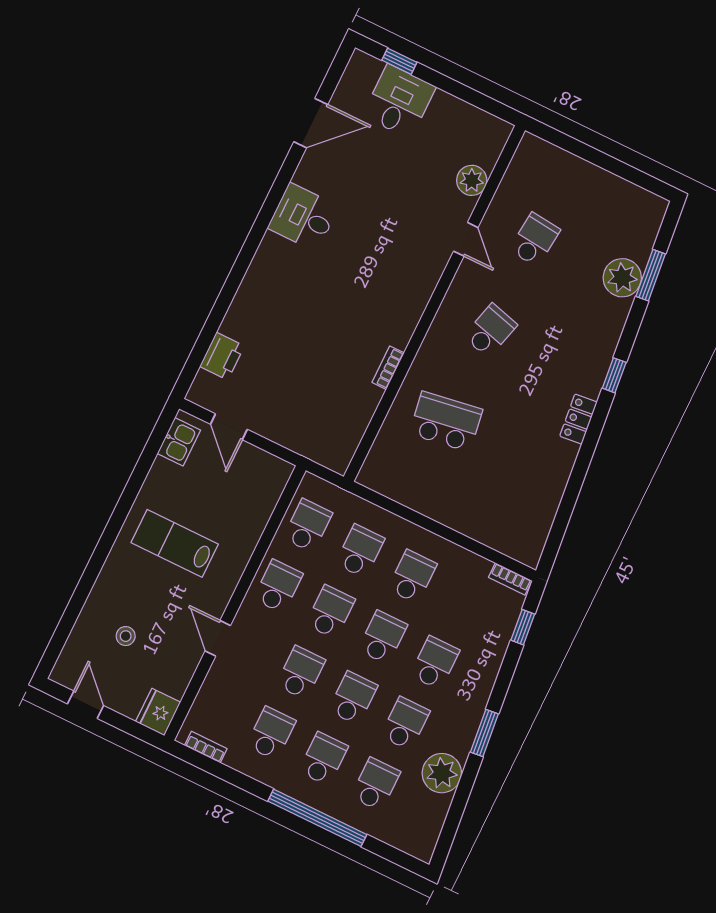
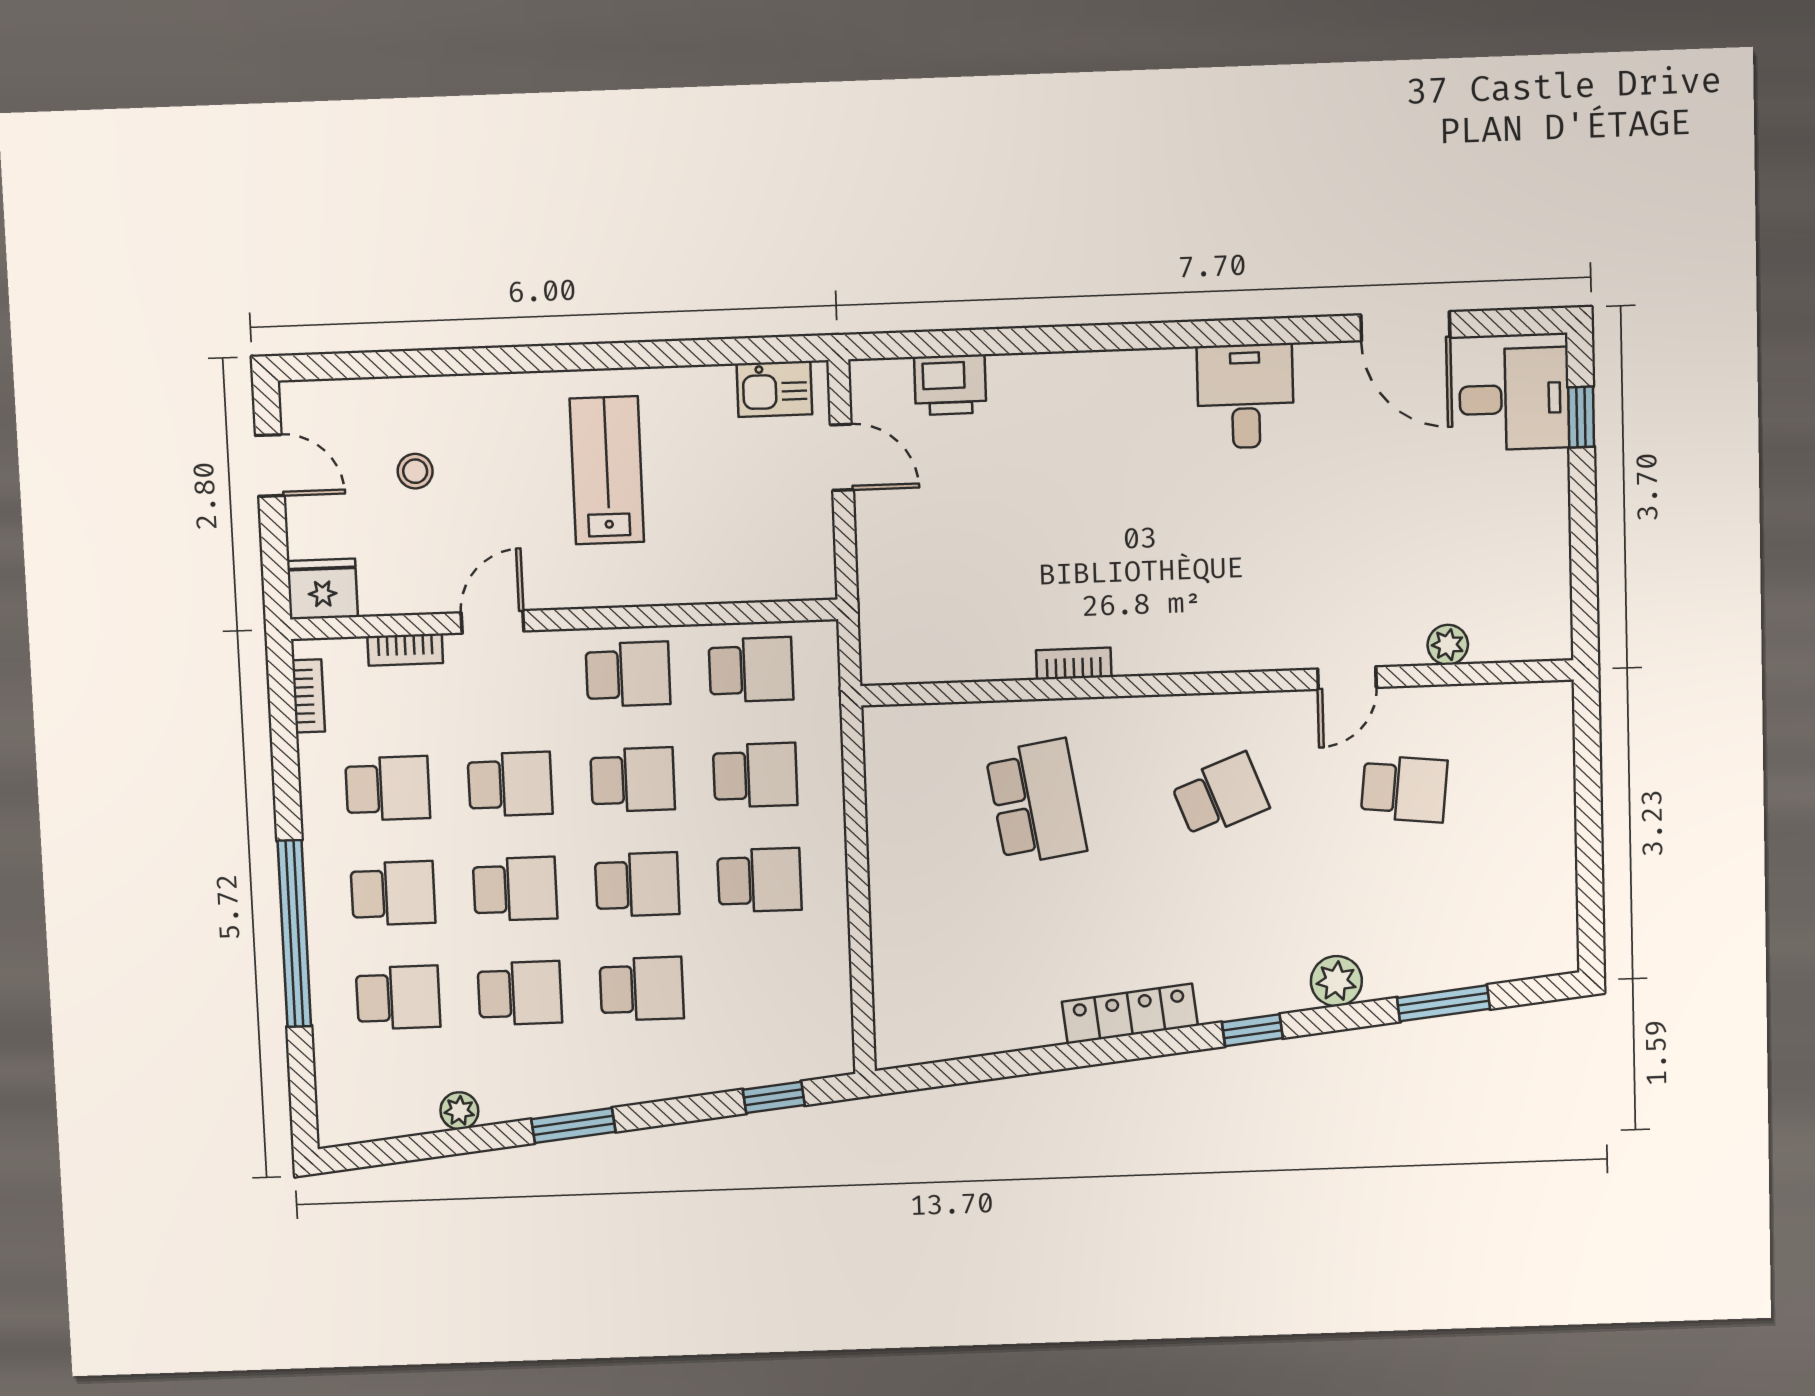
desk: (399, 101) -> (1514, 399), moved
plant: (472, 180) -> (1448, 645), width x0.73, depth x0.73
plant: (622, 278) -> (1336, 981), moved, width x0.73, depth x0.73
school desk: (490, 331) -> (1220, 795), turned -36
locker: (578, 419) -> (1130, 1014), width x1.53
door: (229, 427) -> (842, 457), swing flipped
bookcase: (510, 579) -> (405, 650), moved, turned -90
door: (85, 705) -> (270, 465), hinge flipped
plant: (442, 773) -> (459, 1111), width x0.53, depth x0.53

